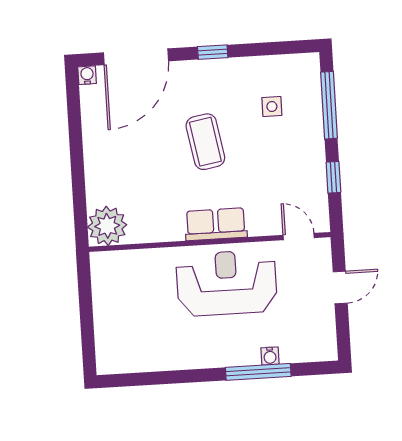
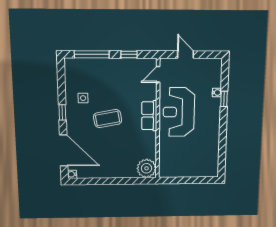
side table: (272, 106) -> (83, 98), moved
window: (258, 372) -> (224, 99), width x0.46

